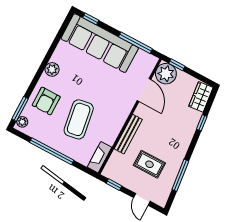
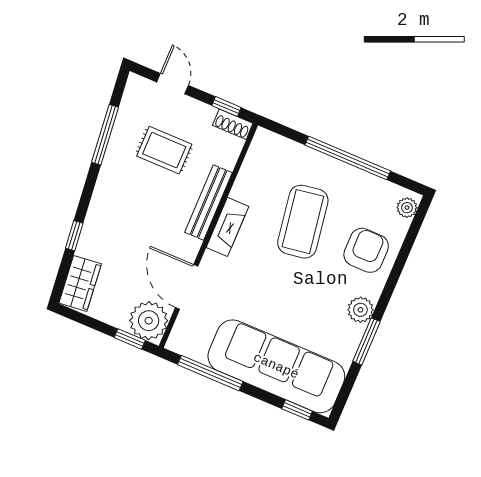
window: (20, 109) -> (366, 341), moved
fireplace: (99, 157) -> (227, 227), moved
shoe rack: (112, 175) -> (233, 124), added

